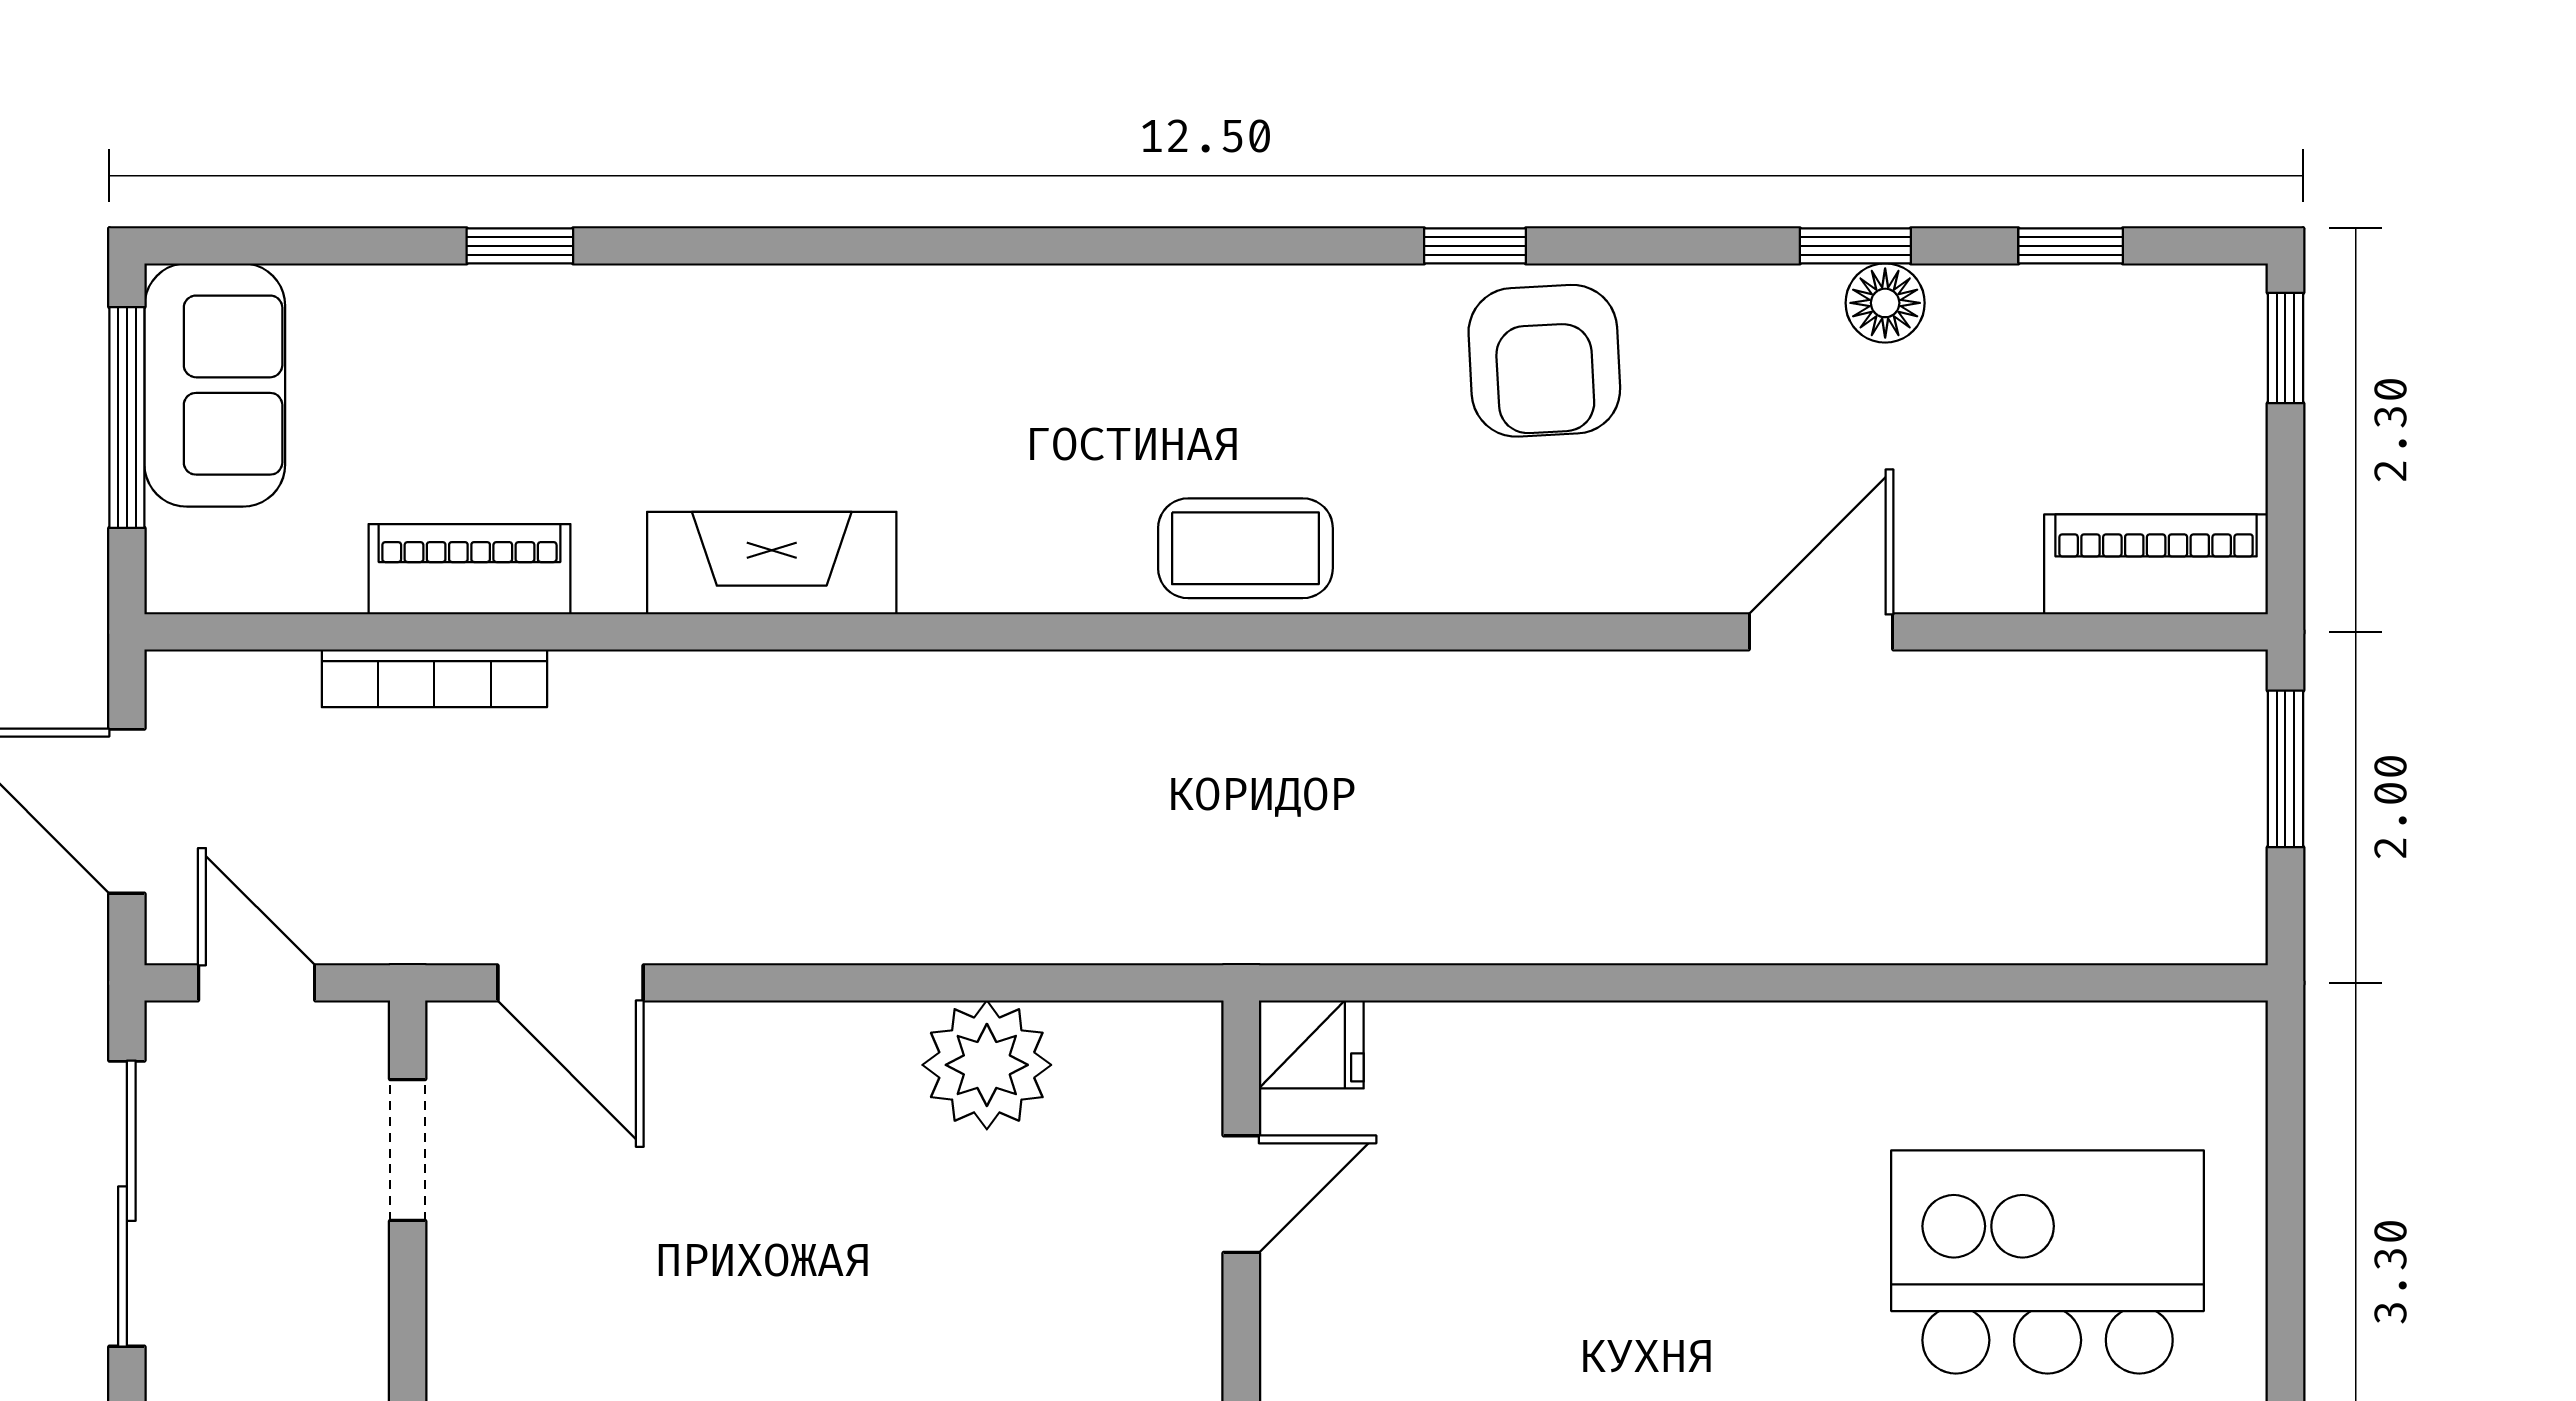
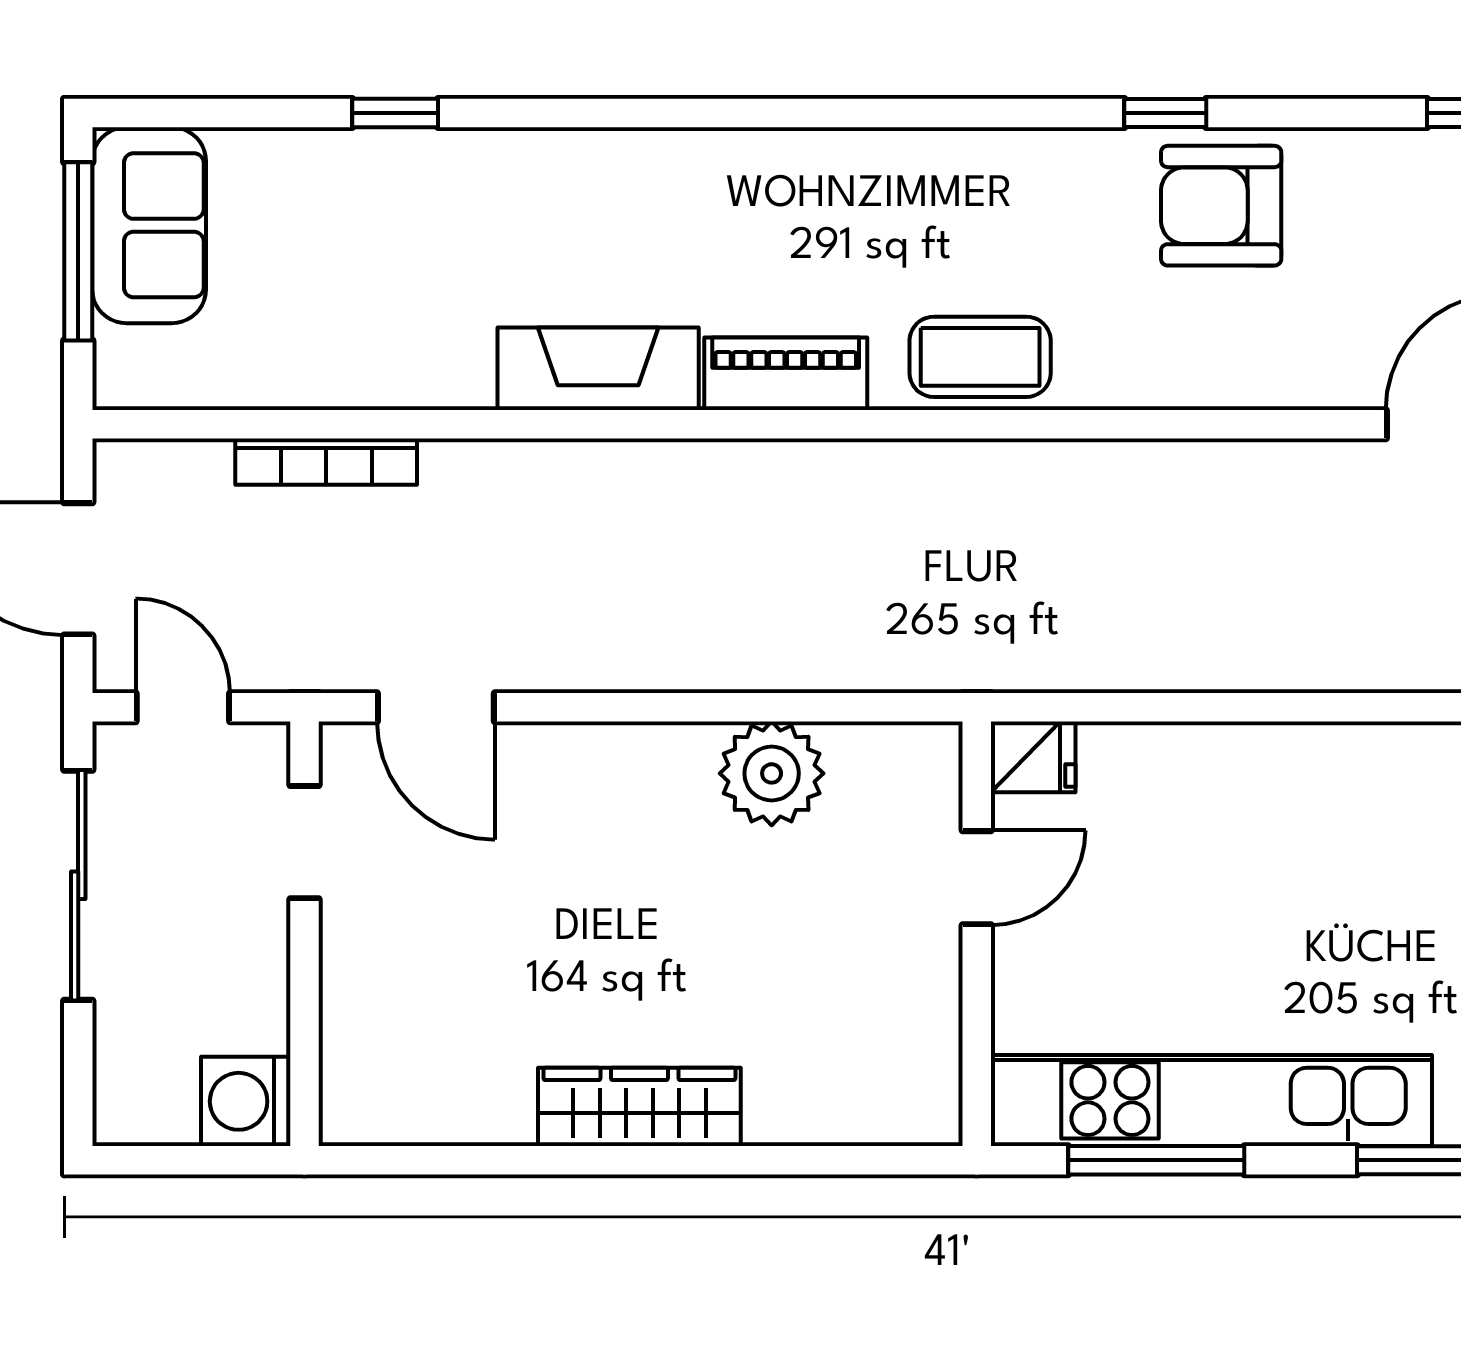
armchair: (1544, 361) -> (1221, 206), turned 93
piano: (469, 569) -> (786, 374), moved

